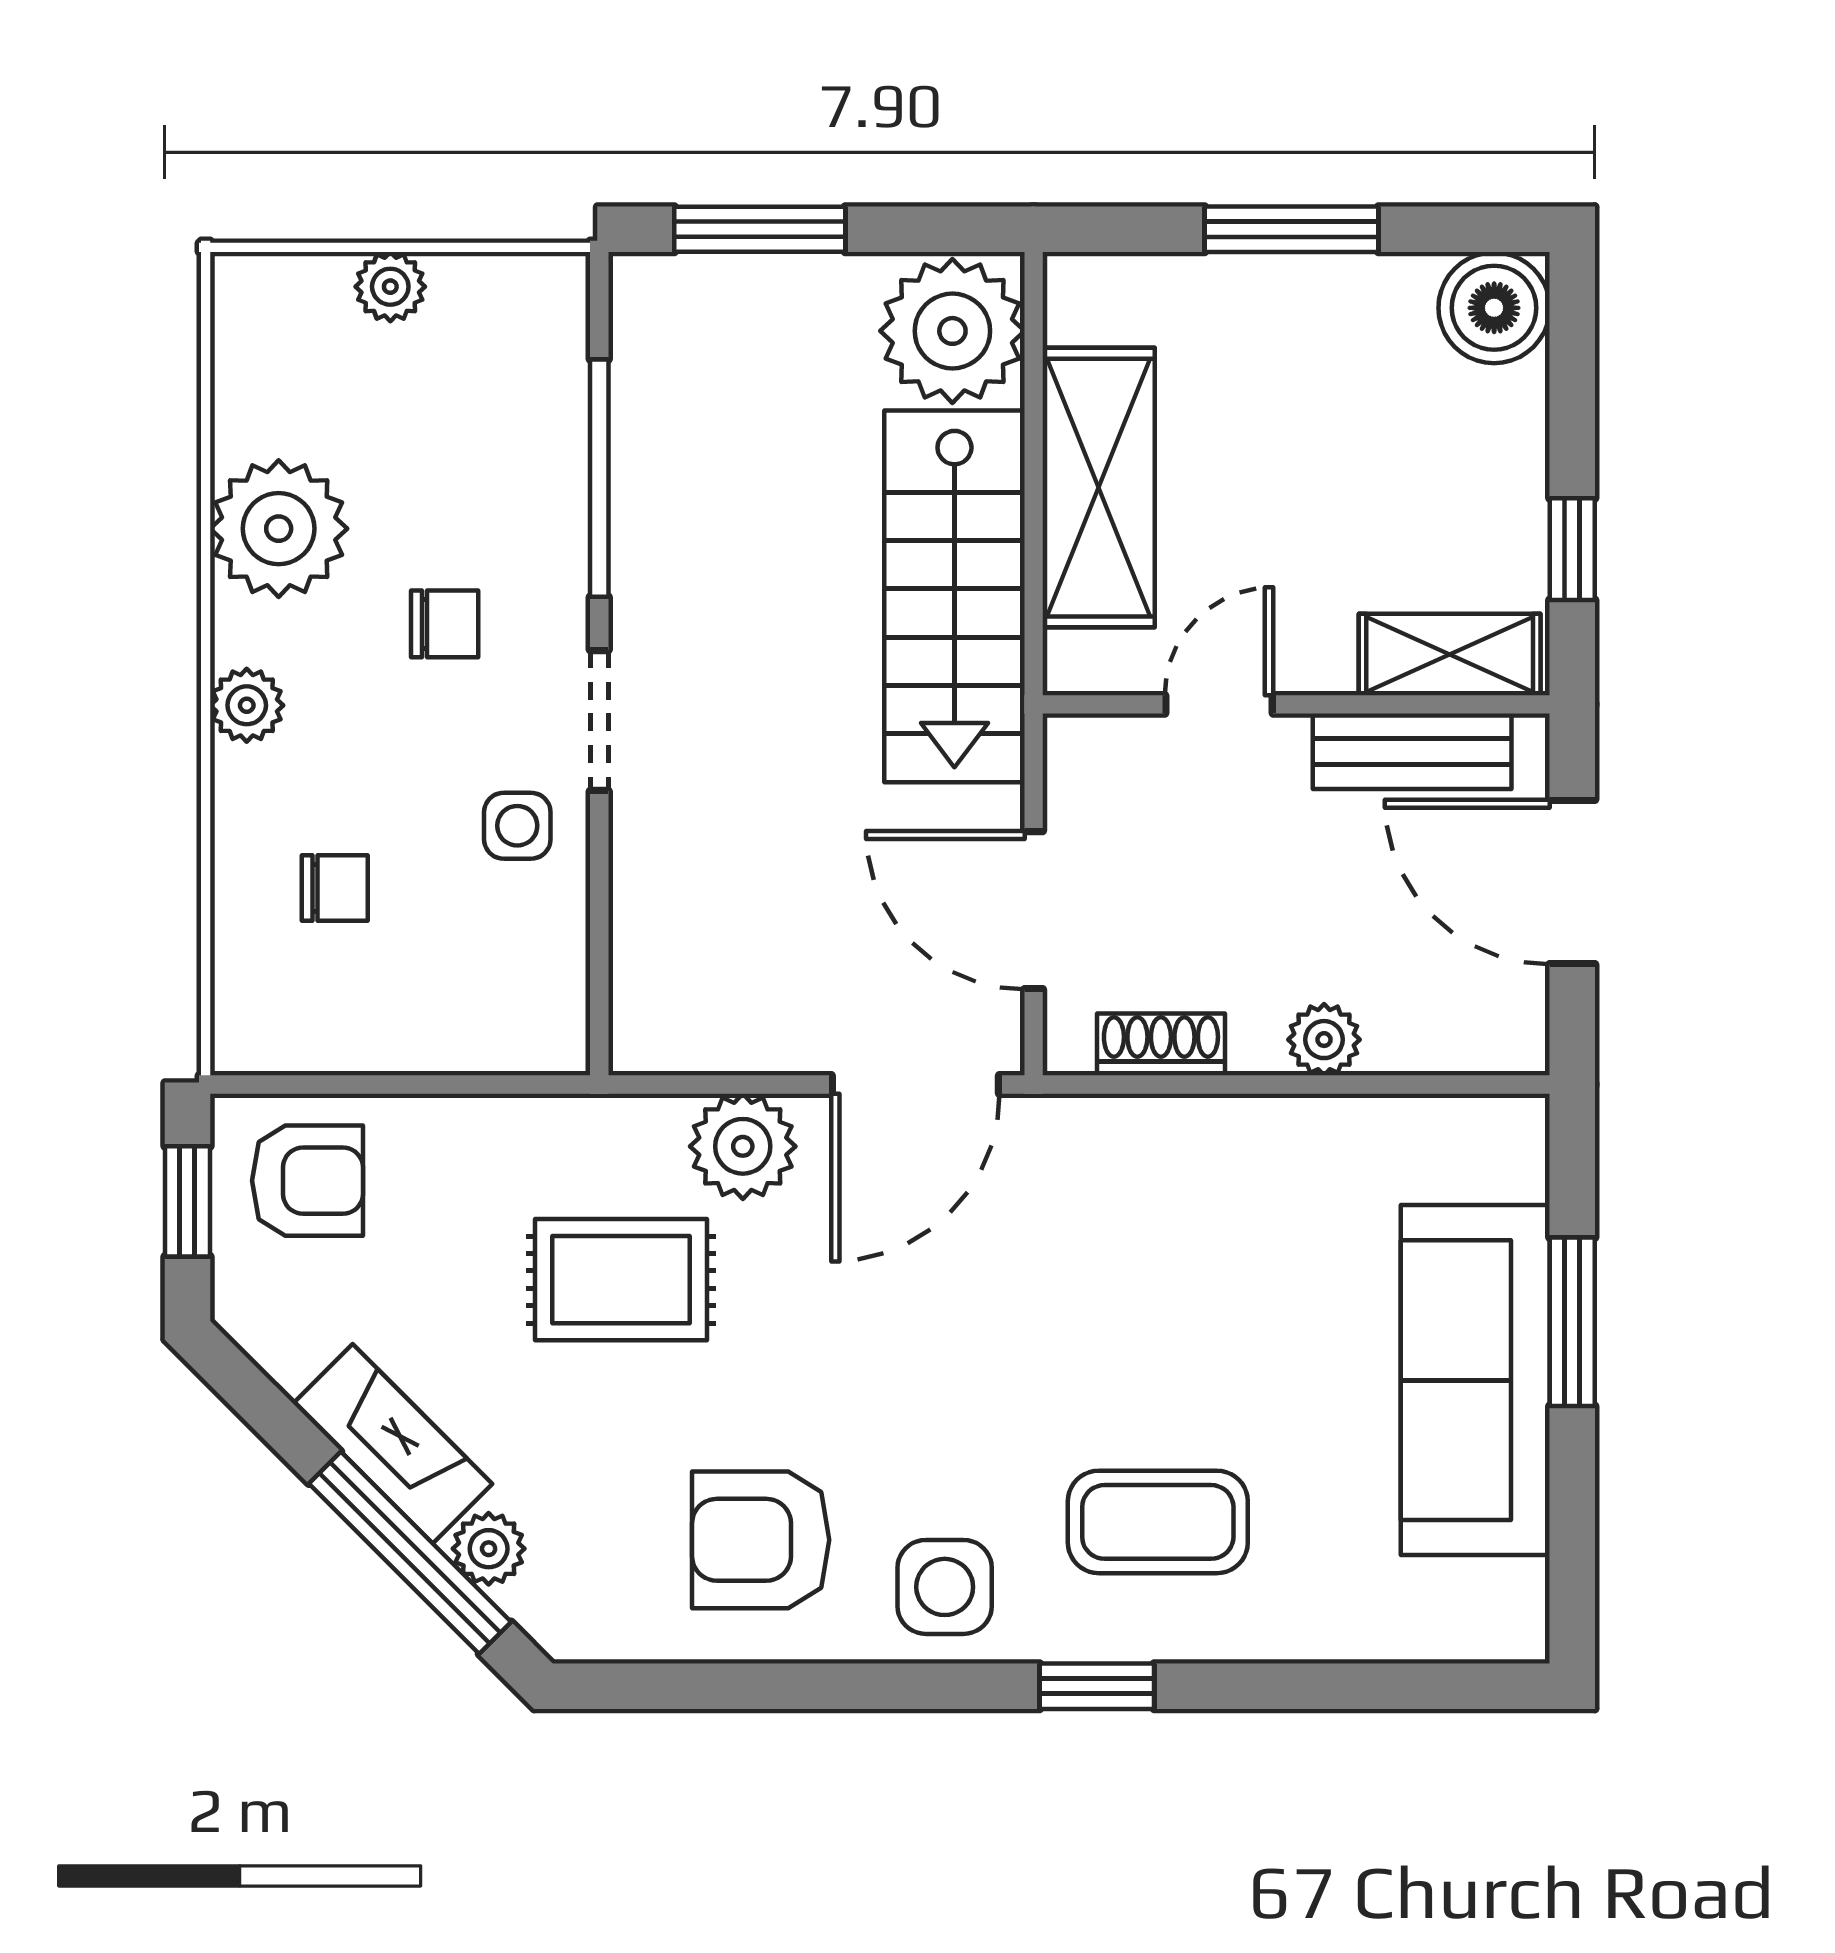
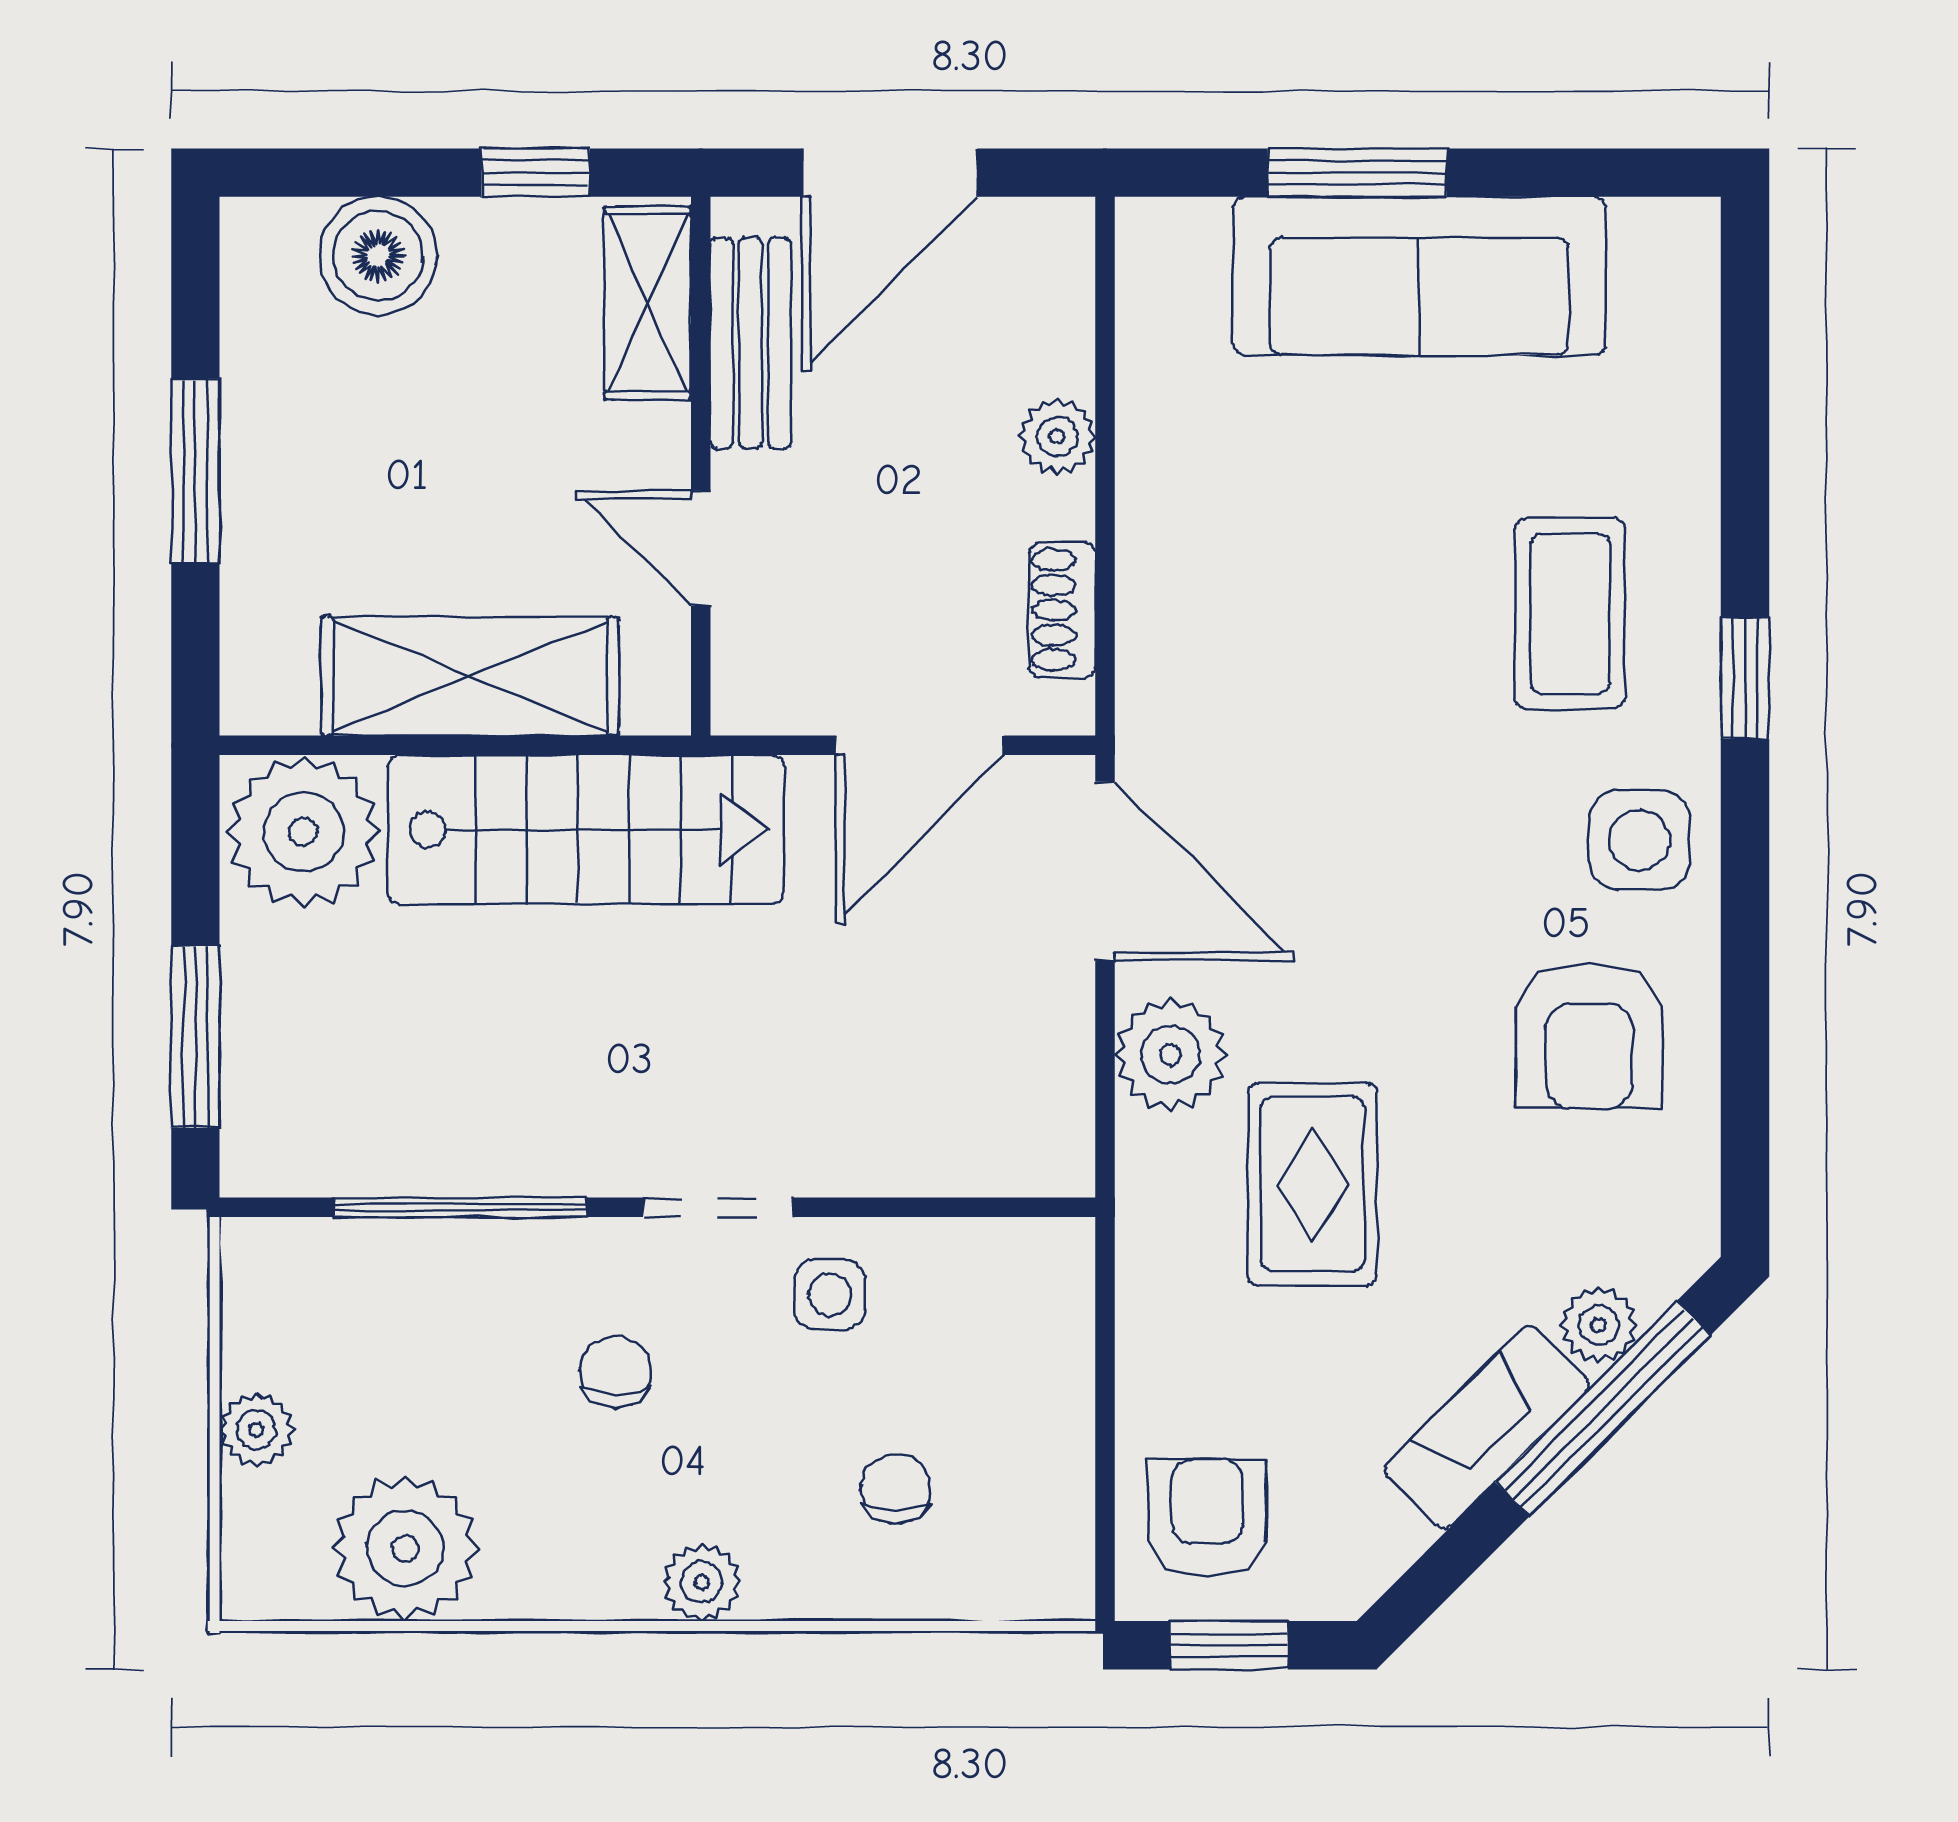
boiler: (1494, 308) -> (378, 256), moved
plant: (279, 529) -> (405, 1548), moved

